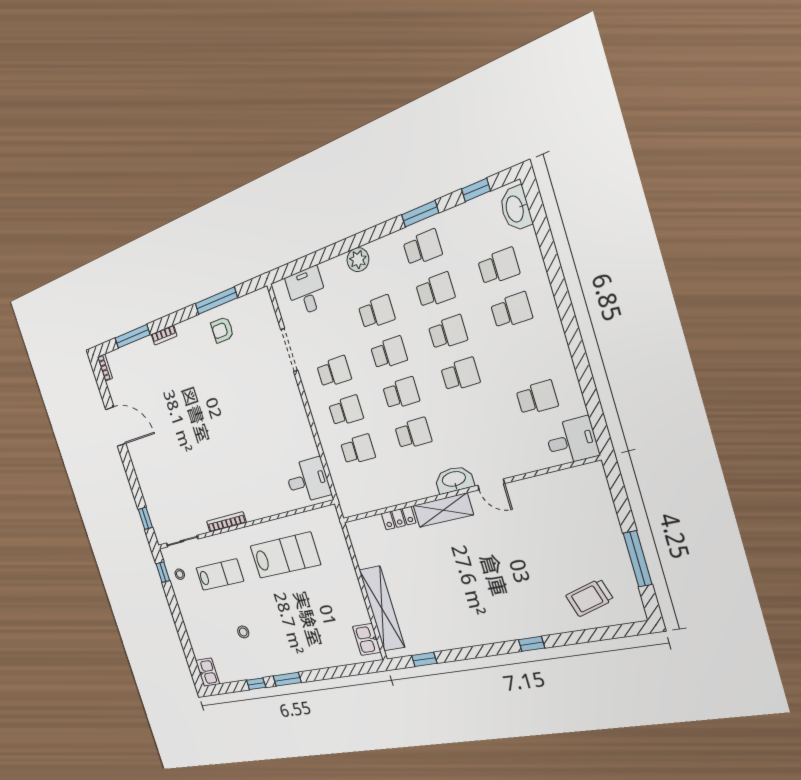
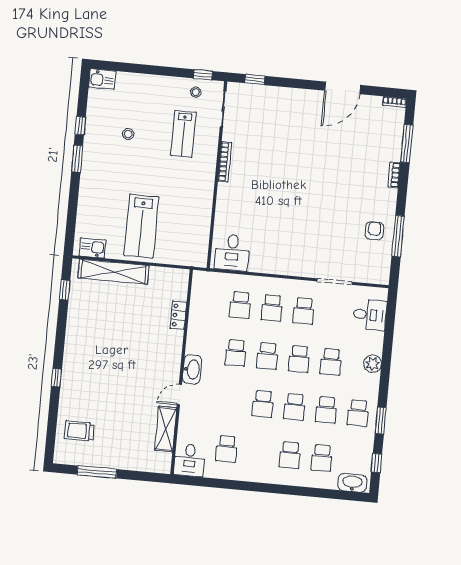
shelving: (443, 510) -> (166, 429), moved
lab bench: (285, 555) -> (141, 226), moved
trolley: (589, 598) -> (79, 431), turned -73

